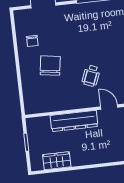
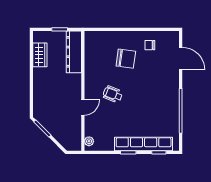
dresser: (74, 121) -> (74, 52), moved

